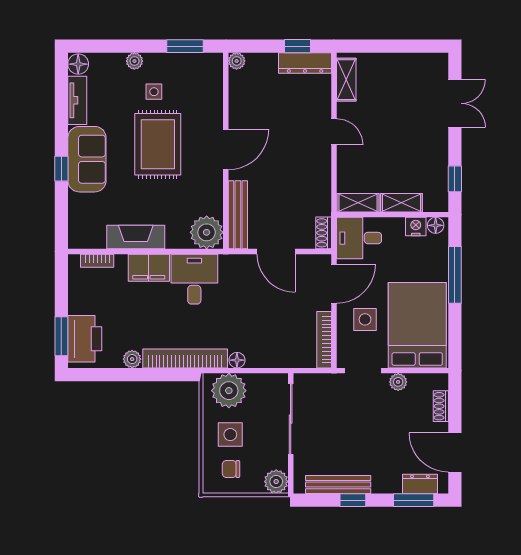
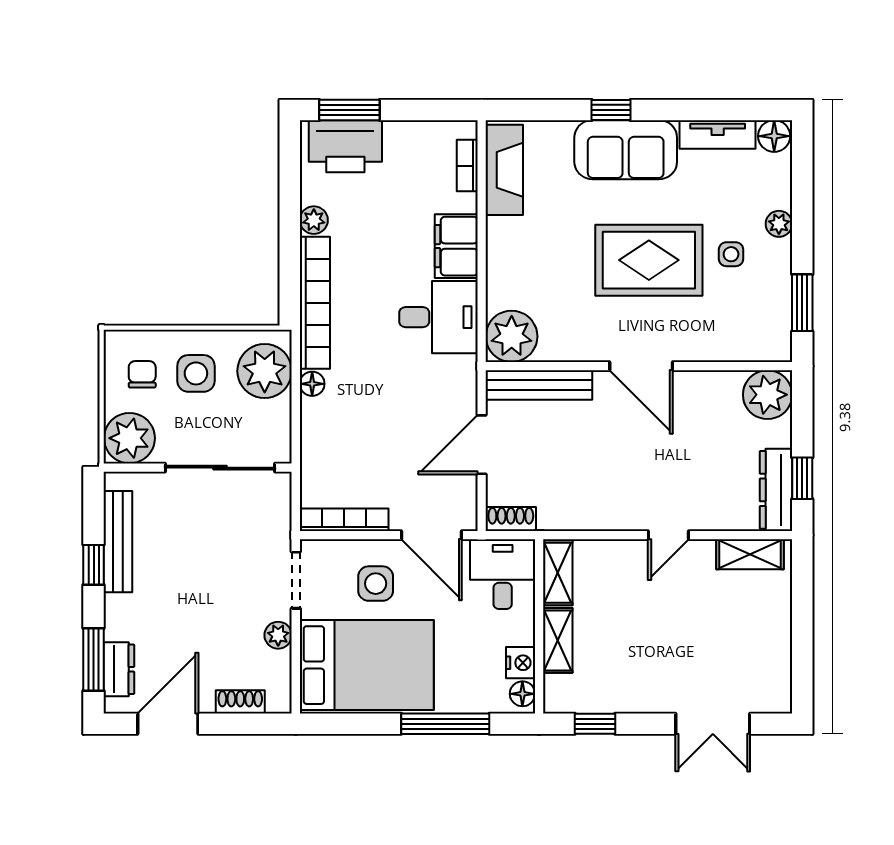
plant: (237, 61) -> (768, 395), width x1.88, depth x1.88
fireplace: (136, 237) -> (504, 170), moved
plant: (276, 482) -> (129, 438), width x1.36, depth x1.36

